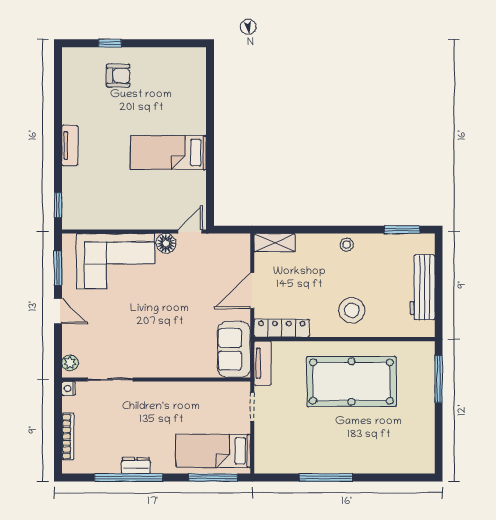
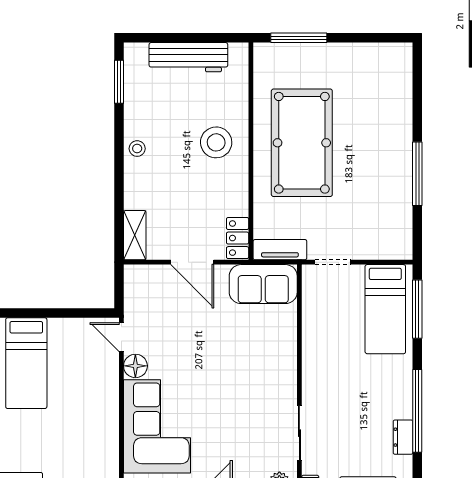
locker: (282, 328) -> (238, 238), width x0.66
dresser: (136, 466) -> (403, 437), moved

